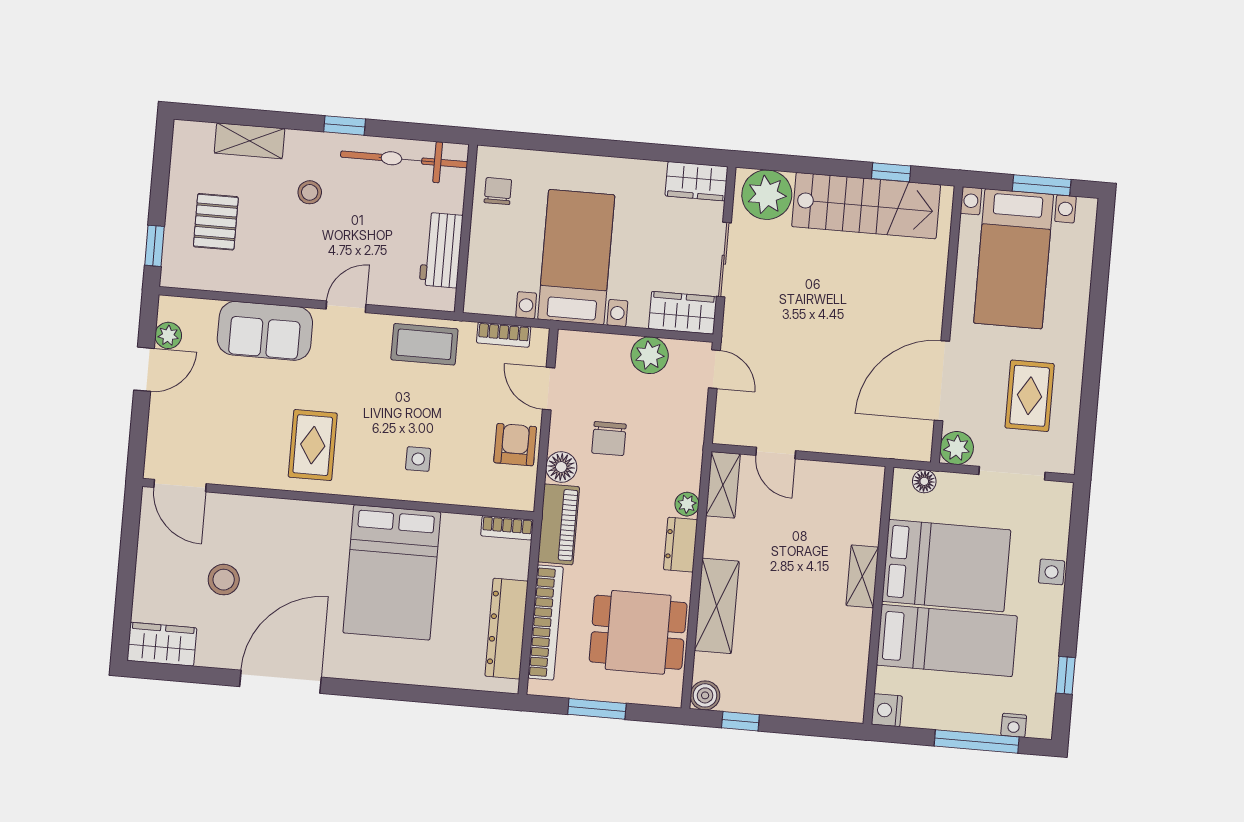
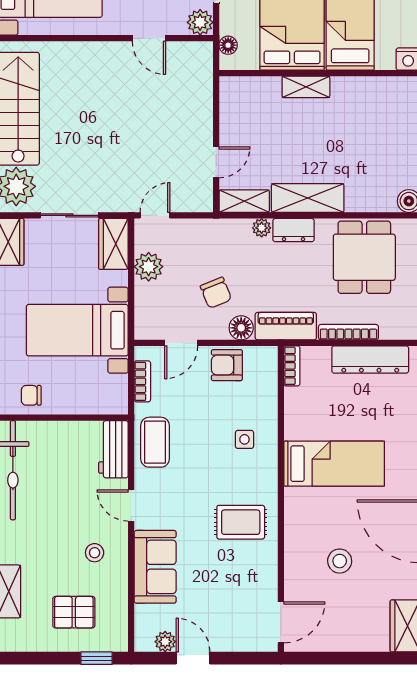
stool: (310, 192) -> (95, 553), moved
workbench: (441, 250) -> (113, 449), moved, turned 90
door: (942, 381) -> (149, 38), width x0.53
chair: (609, 439) -> (216, 293), turned 68
bed: (392, 572) -> (334, 464), width x0.67
stool: (224, 580) -> (340, 561), moved
shelving: (717, 606) -> (308, 198), moved
bookcase: (545, 622) -> (348, 332), width x0.68, depth x0.76

